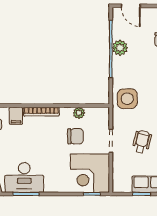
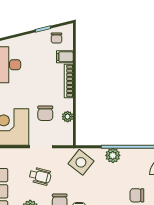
plant: (120, 48) -> (113, 155), moved
side table: (127, 99) -> (81, 162), turned 38

